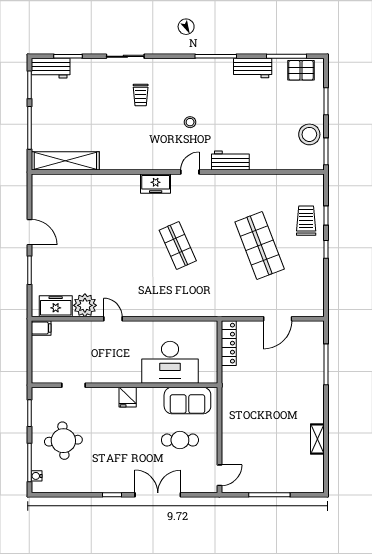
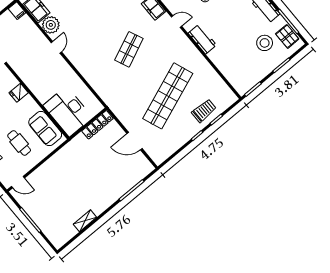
stool: (309, 134) -> (265, 43), moved
shop shelf: (260, 245) -> (168, 96), width x1.40
desk: (170, 362) -> (68, 111), moved

